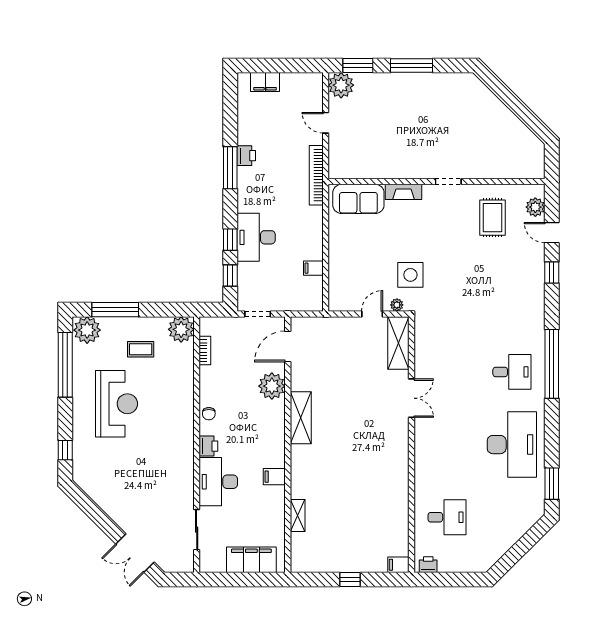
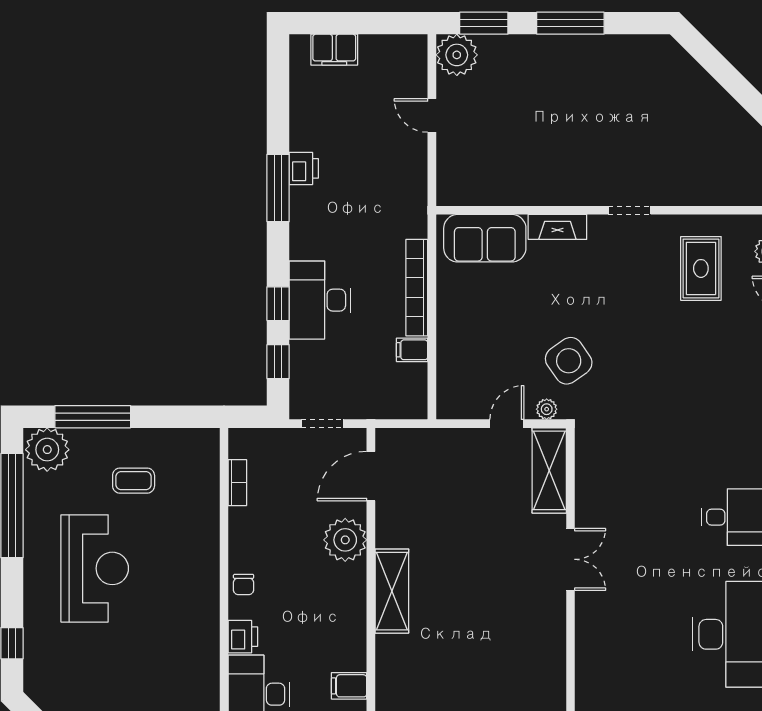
bookcase: (316, 175) -> (417, 288), moved
side table: (410, 275) -> (569, 361), turned -35
plant: (181, 329) -> (199, 449), removed

